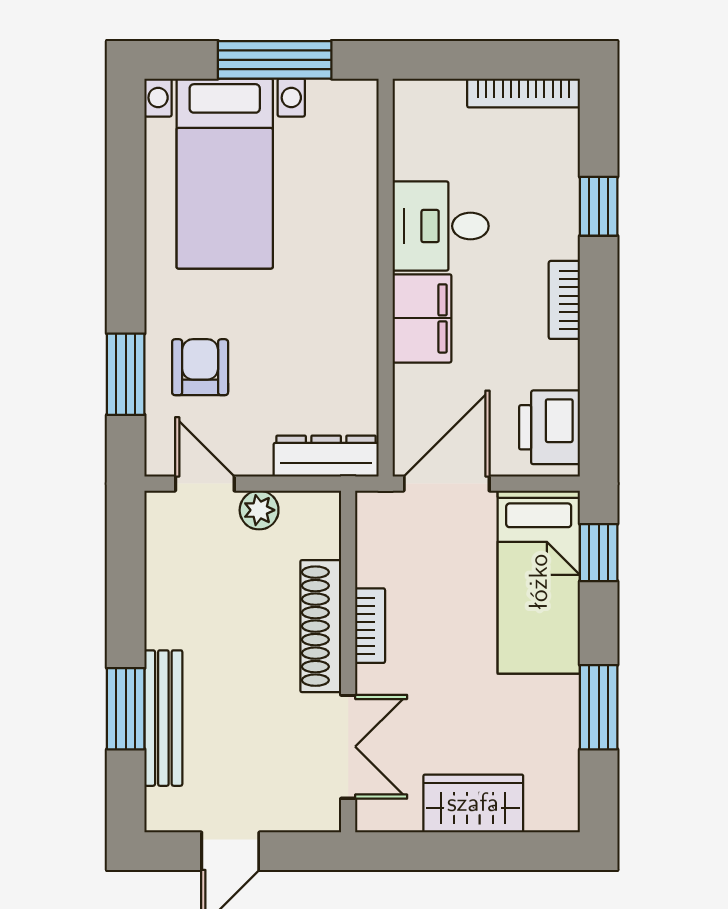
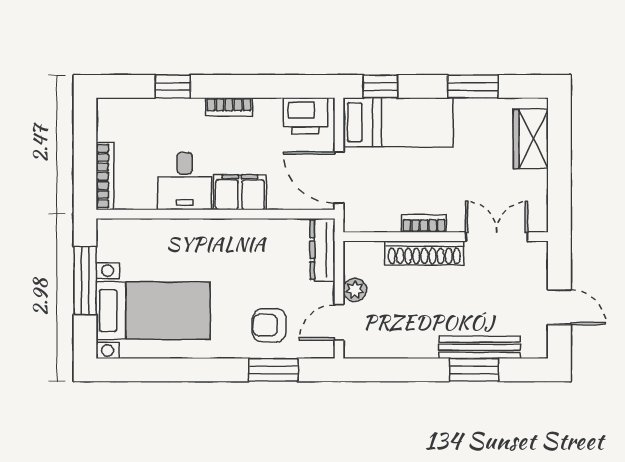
bookcase: (524, 93) -> (105, 176), moved
wardrobe: (473, 803) -> (531, 139), moved

